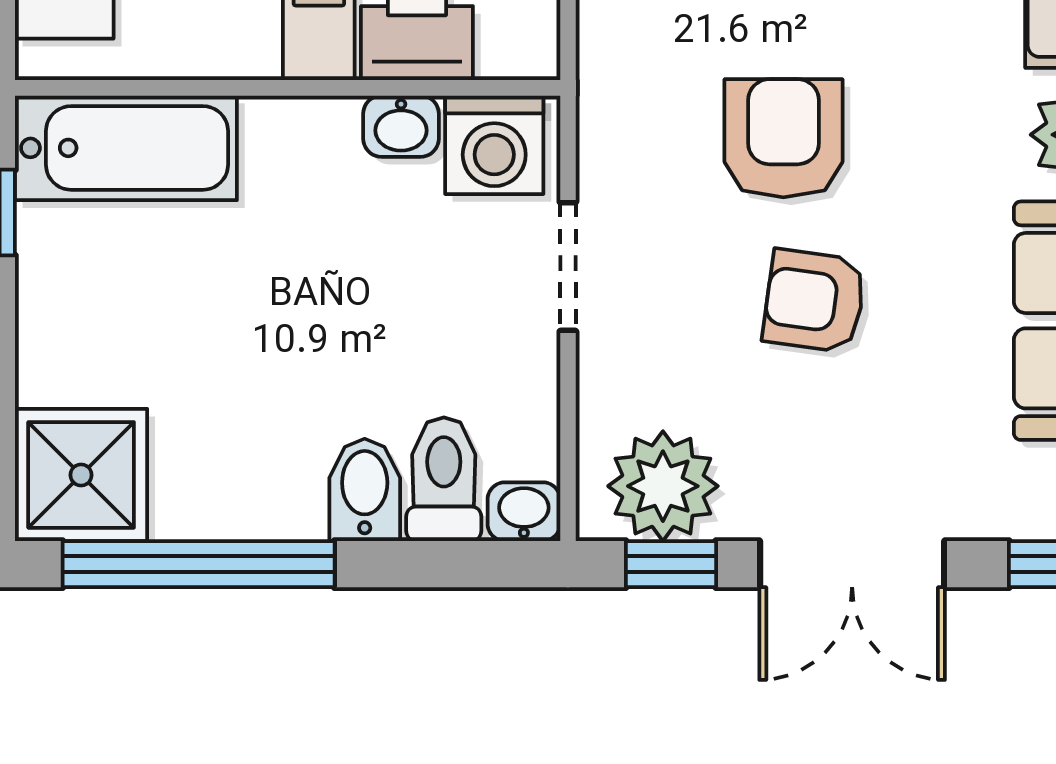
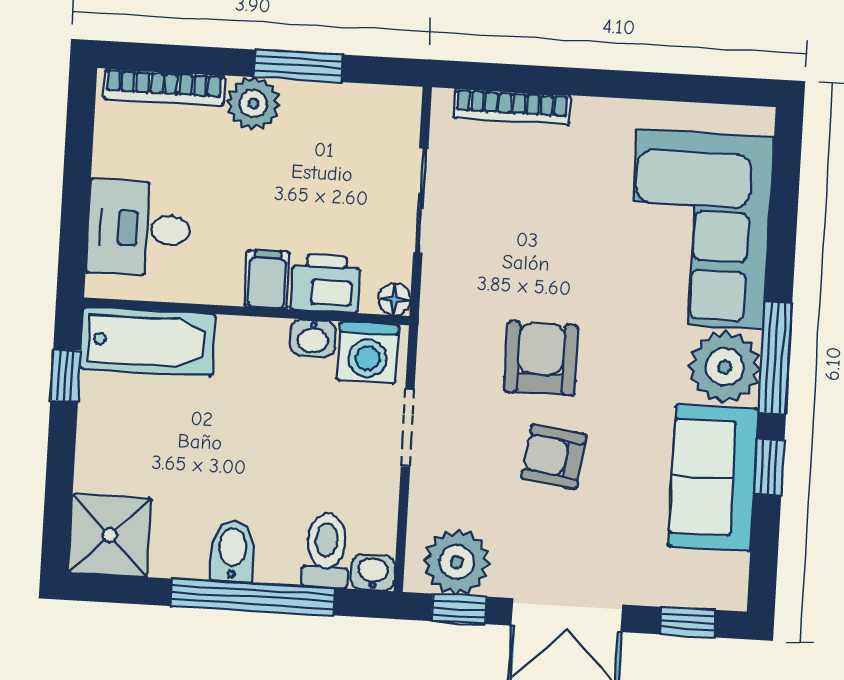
floor lamp: (534, 54) -> (394, 299), added
bidet: (365, 490) -> (233, 551), moved
window: (199, 564) -> (253, 597), moved

